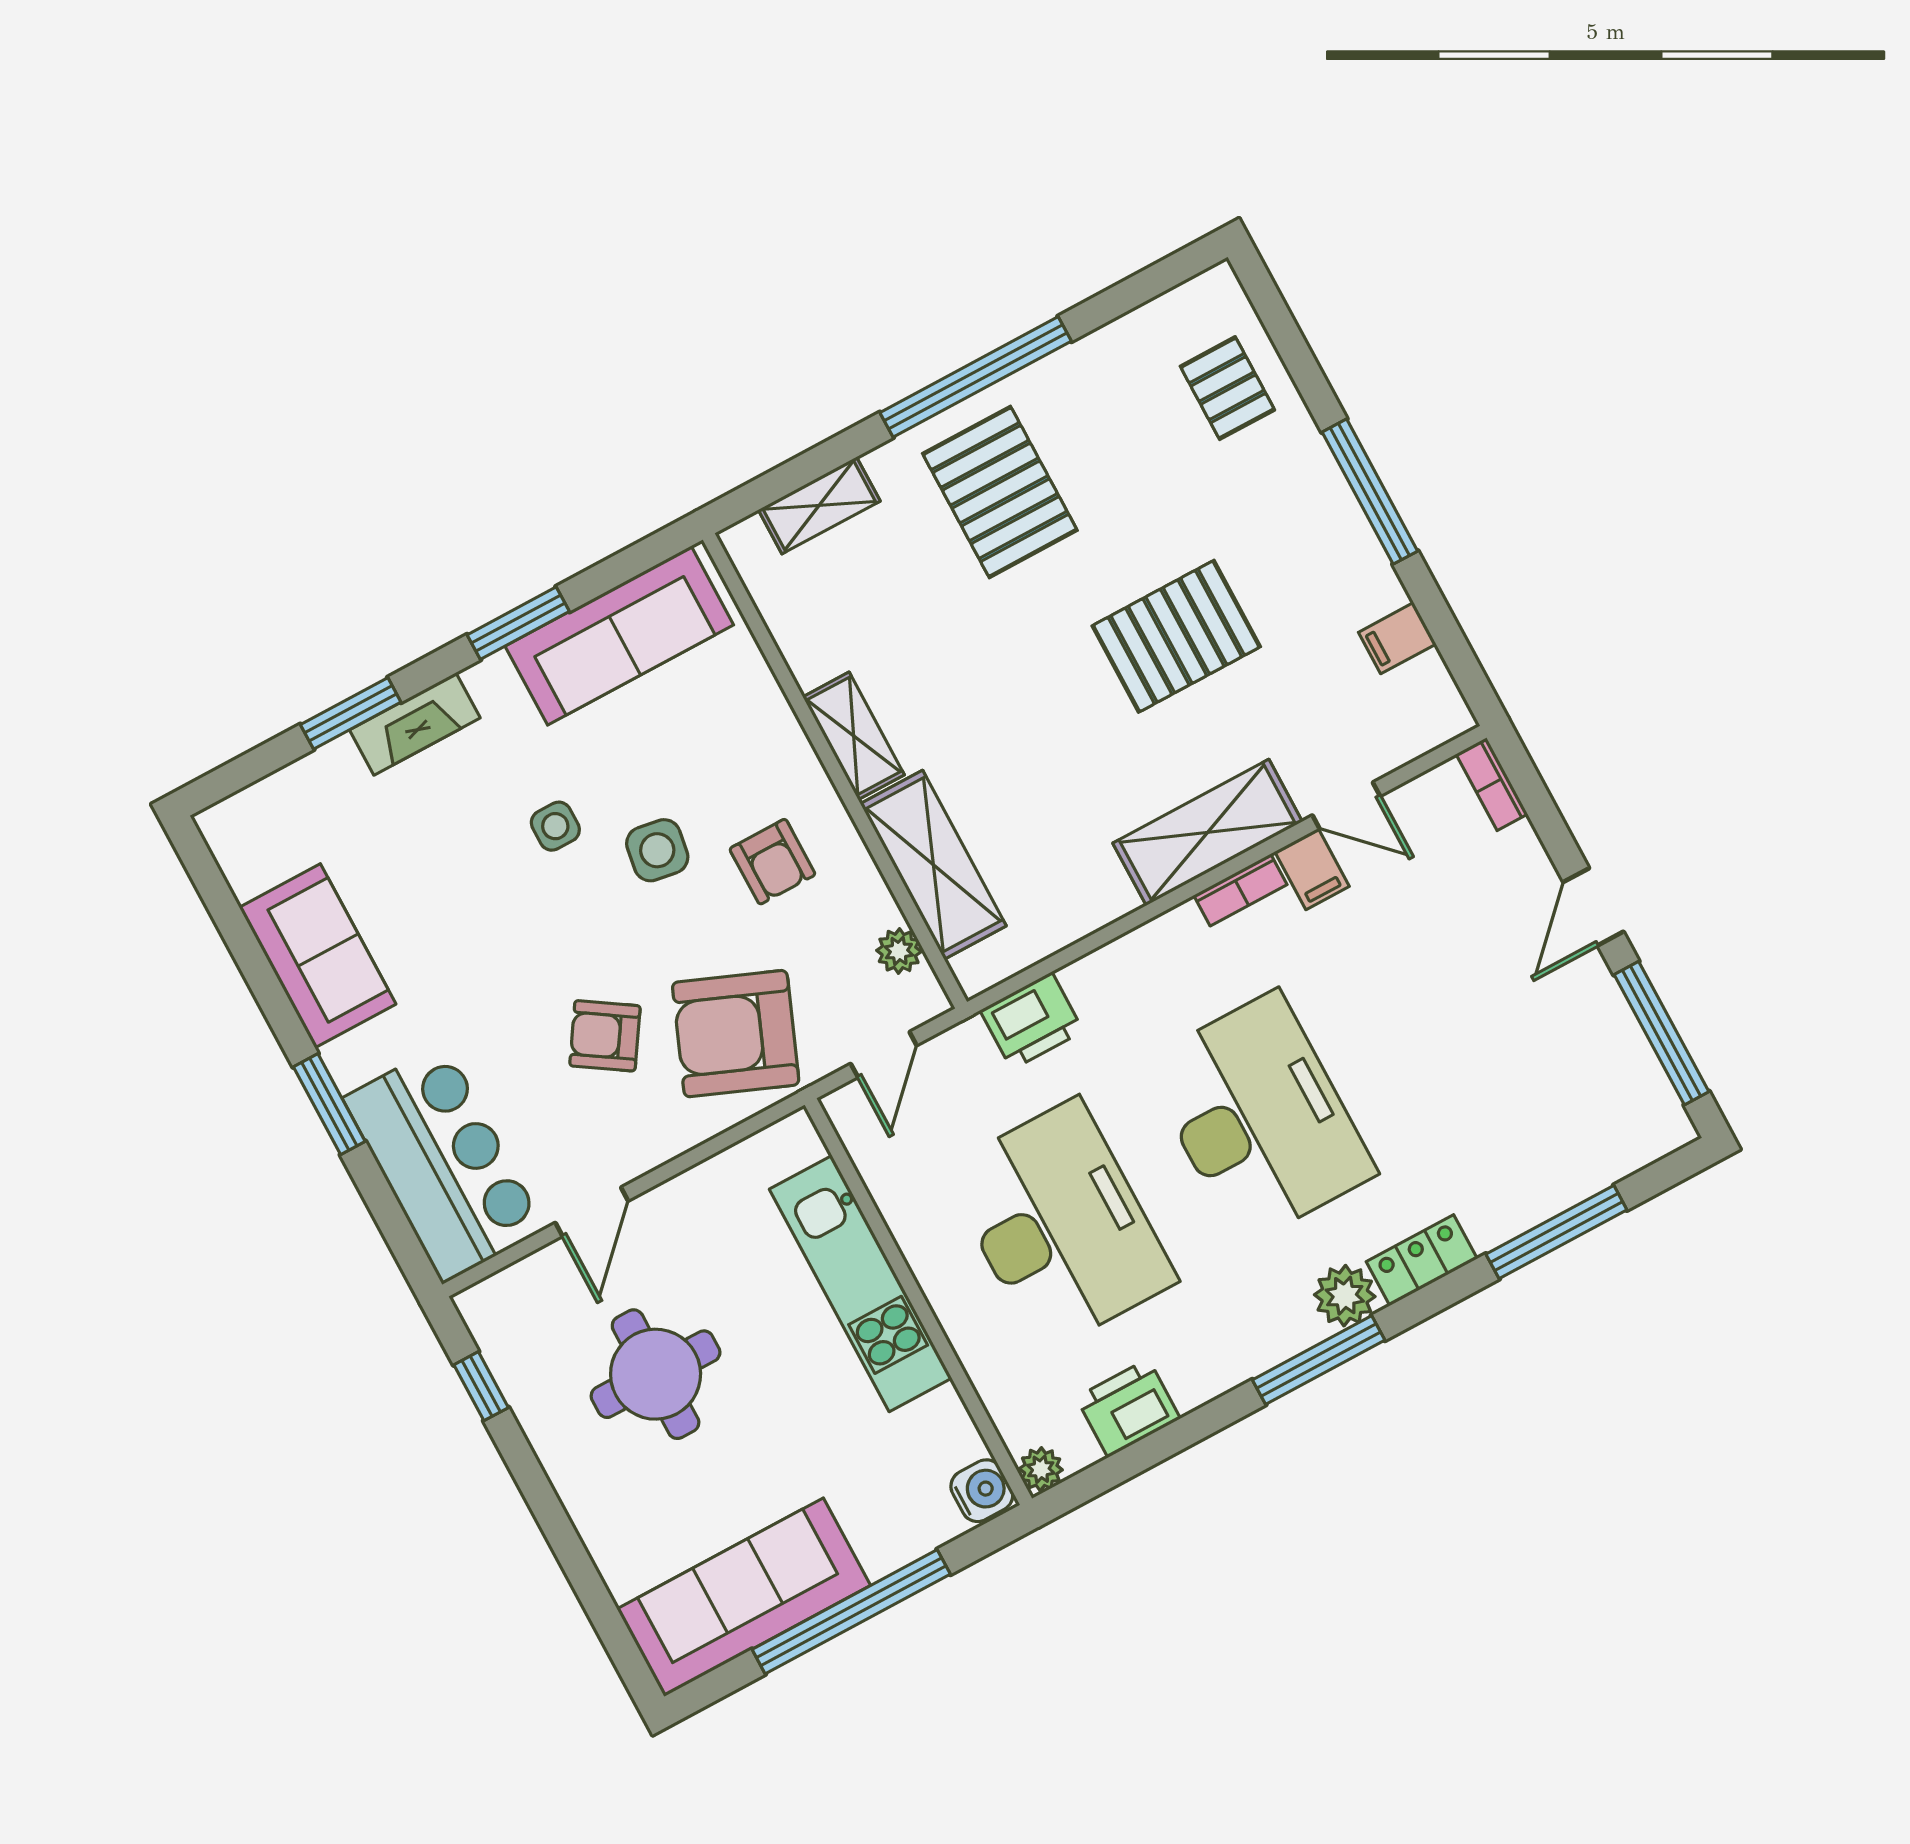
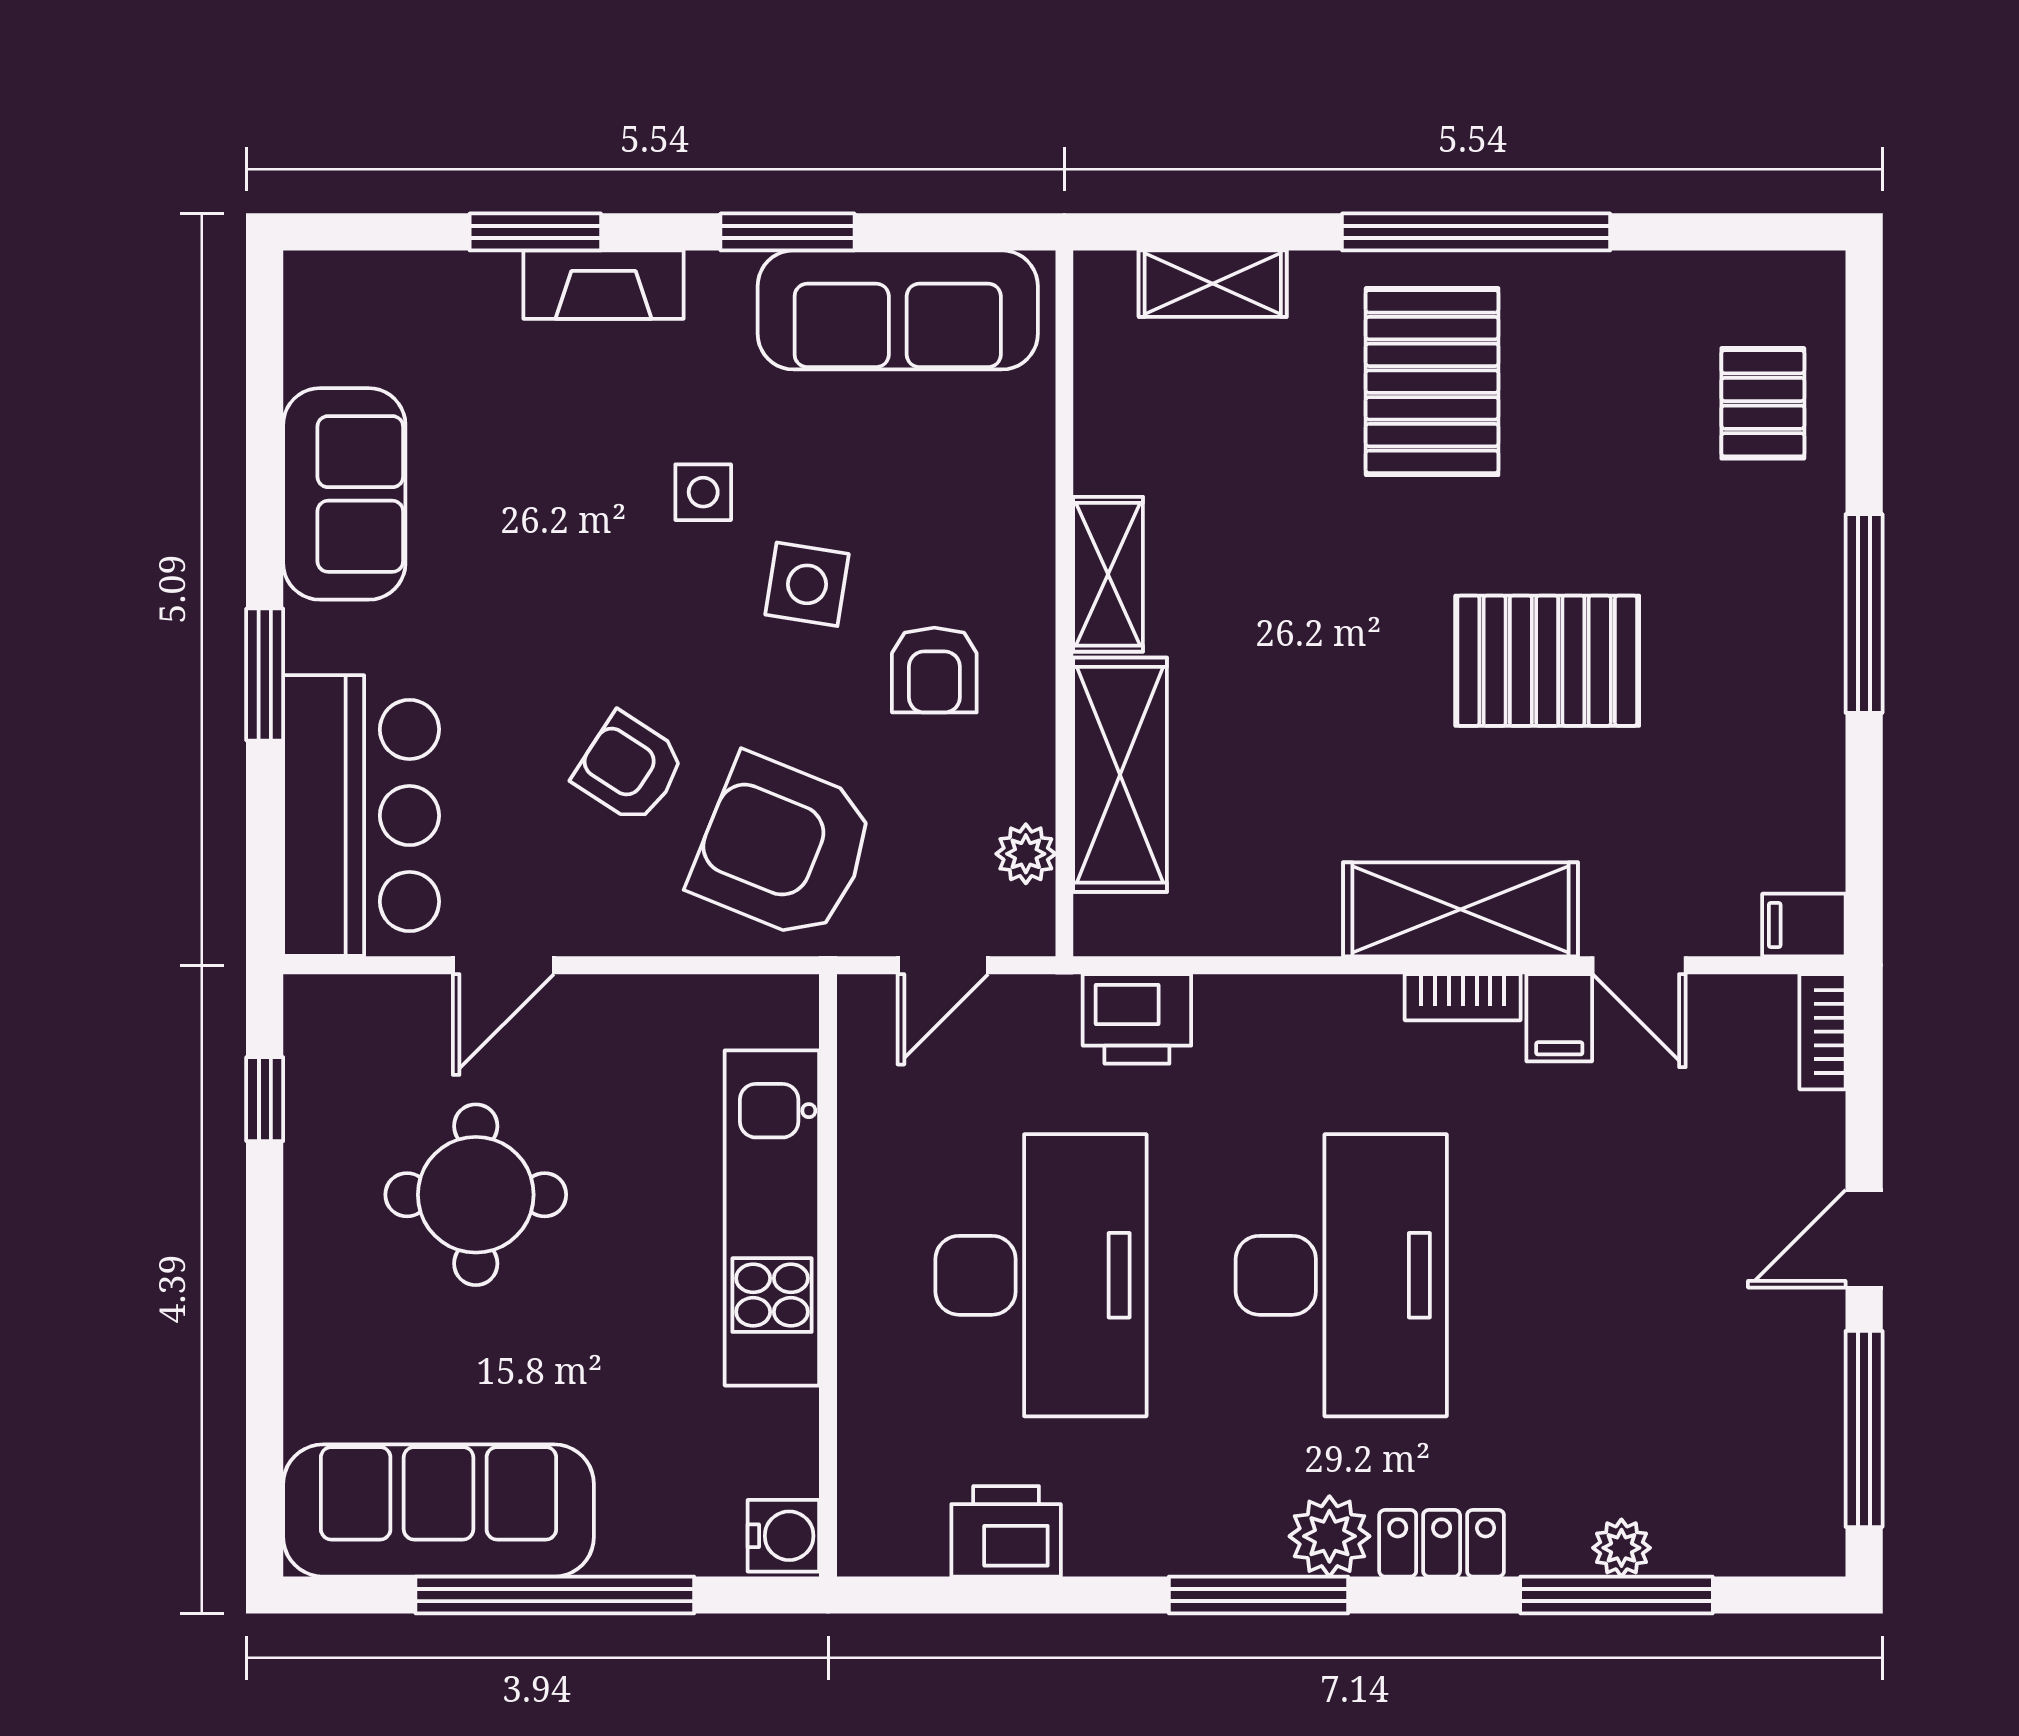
filing cabinet: (1397, 638) -> (1804, 925), moved
plant: (1041, 1469) -> (1621, 1548), moved

